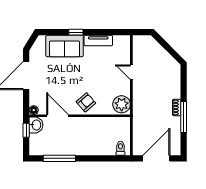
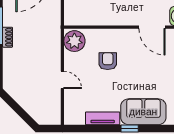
armchair: (86, 102) -> (108, 61), moved, turned 131

